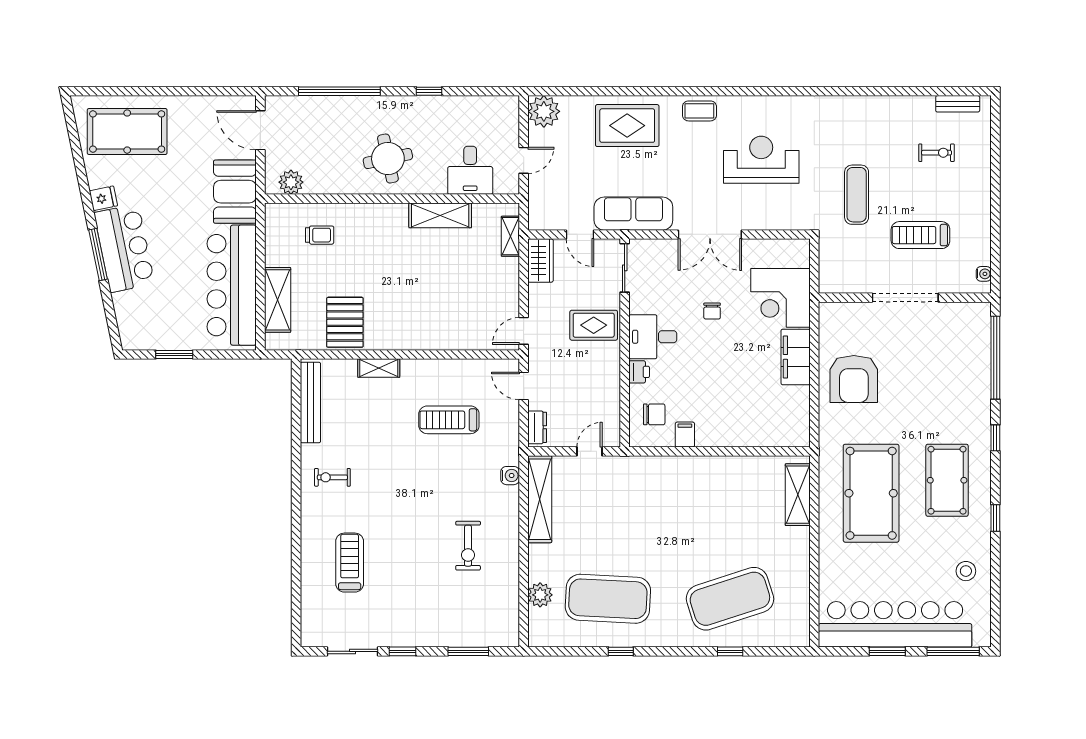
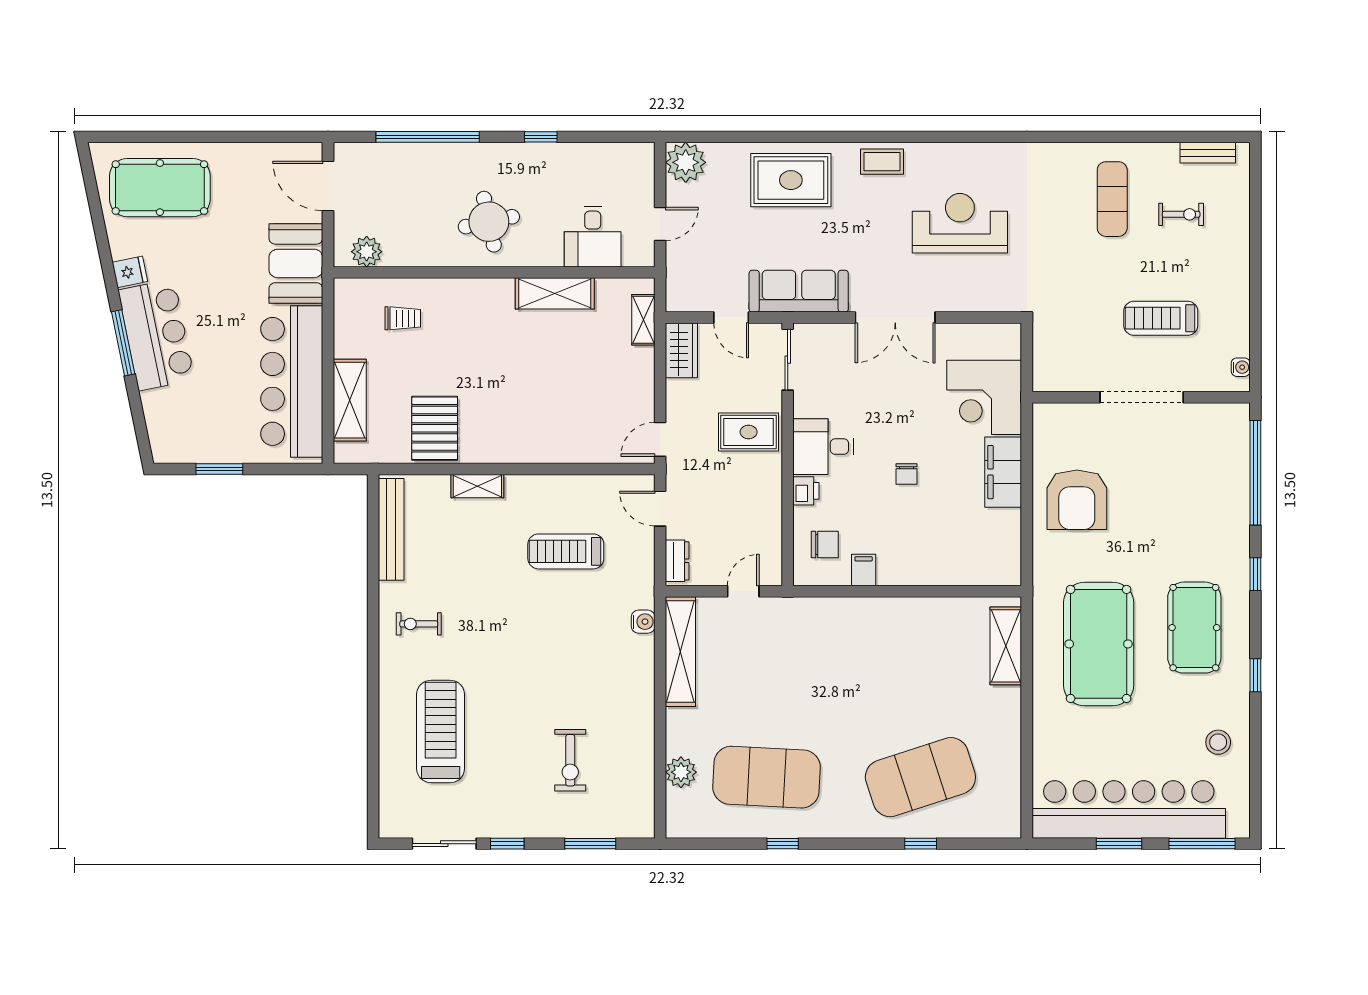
exercise mat: (857, 195) -> (1112, 199), moved
chair: (712, 311) -> (907, 474), moved
exercise bike: (468, 546) -> (570, 760), moved
treadmill: (350, 563) -> (441, 731), width x1.37, depth x1.38

